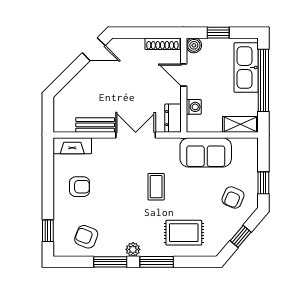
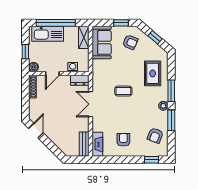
bench: (95, 125) -> (84, 144), moved
sofa: (206, 152) -> (102, 42), moved

